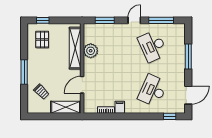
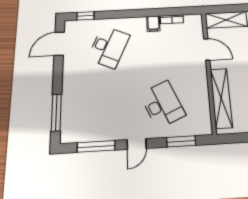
desk: (153, 46) -> (162, 104), moved
plant: (91, 51) -> (199, 96), removed
window: (188, 56) -> (56, 113), moved
door: (82, 85) -> (207, 49), hinge flipped

